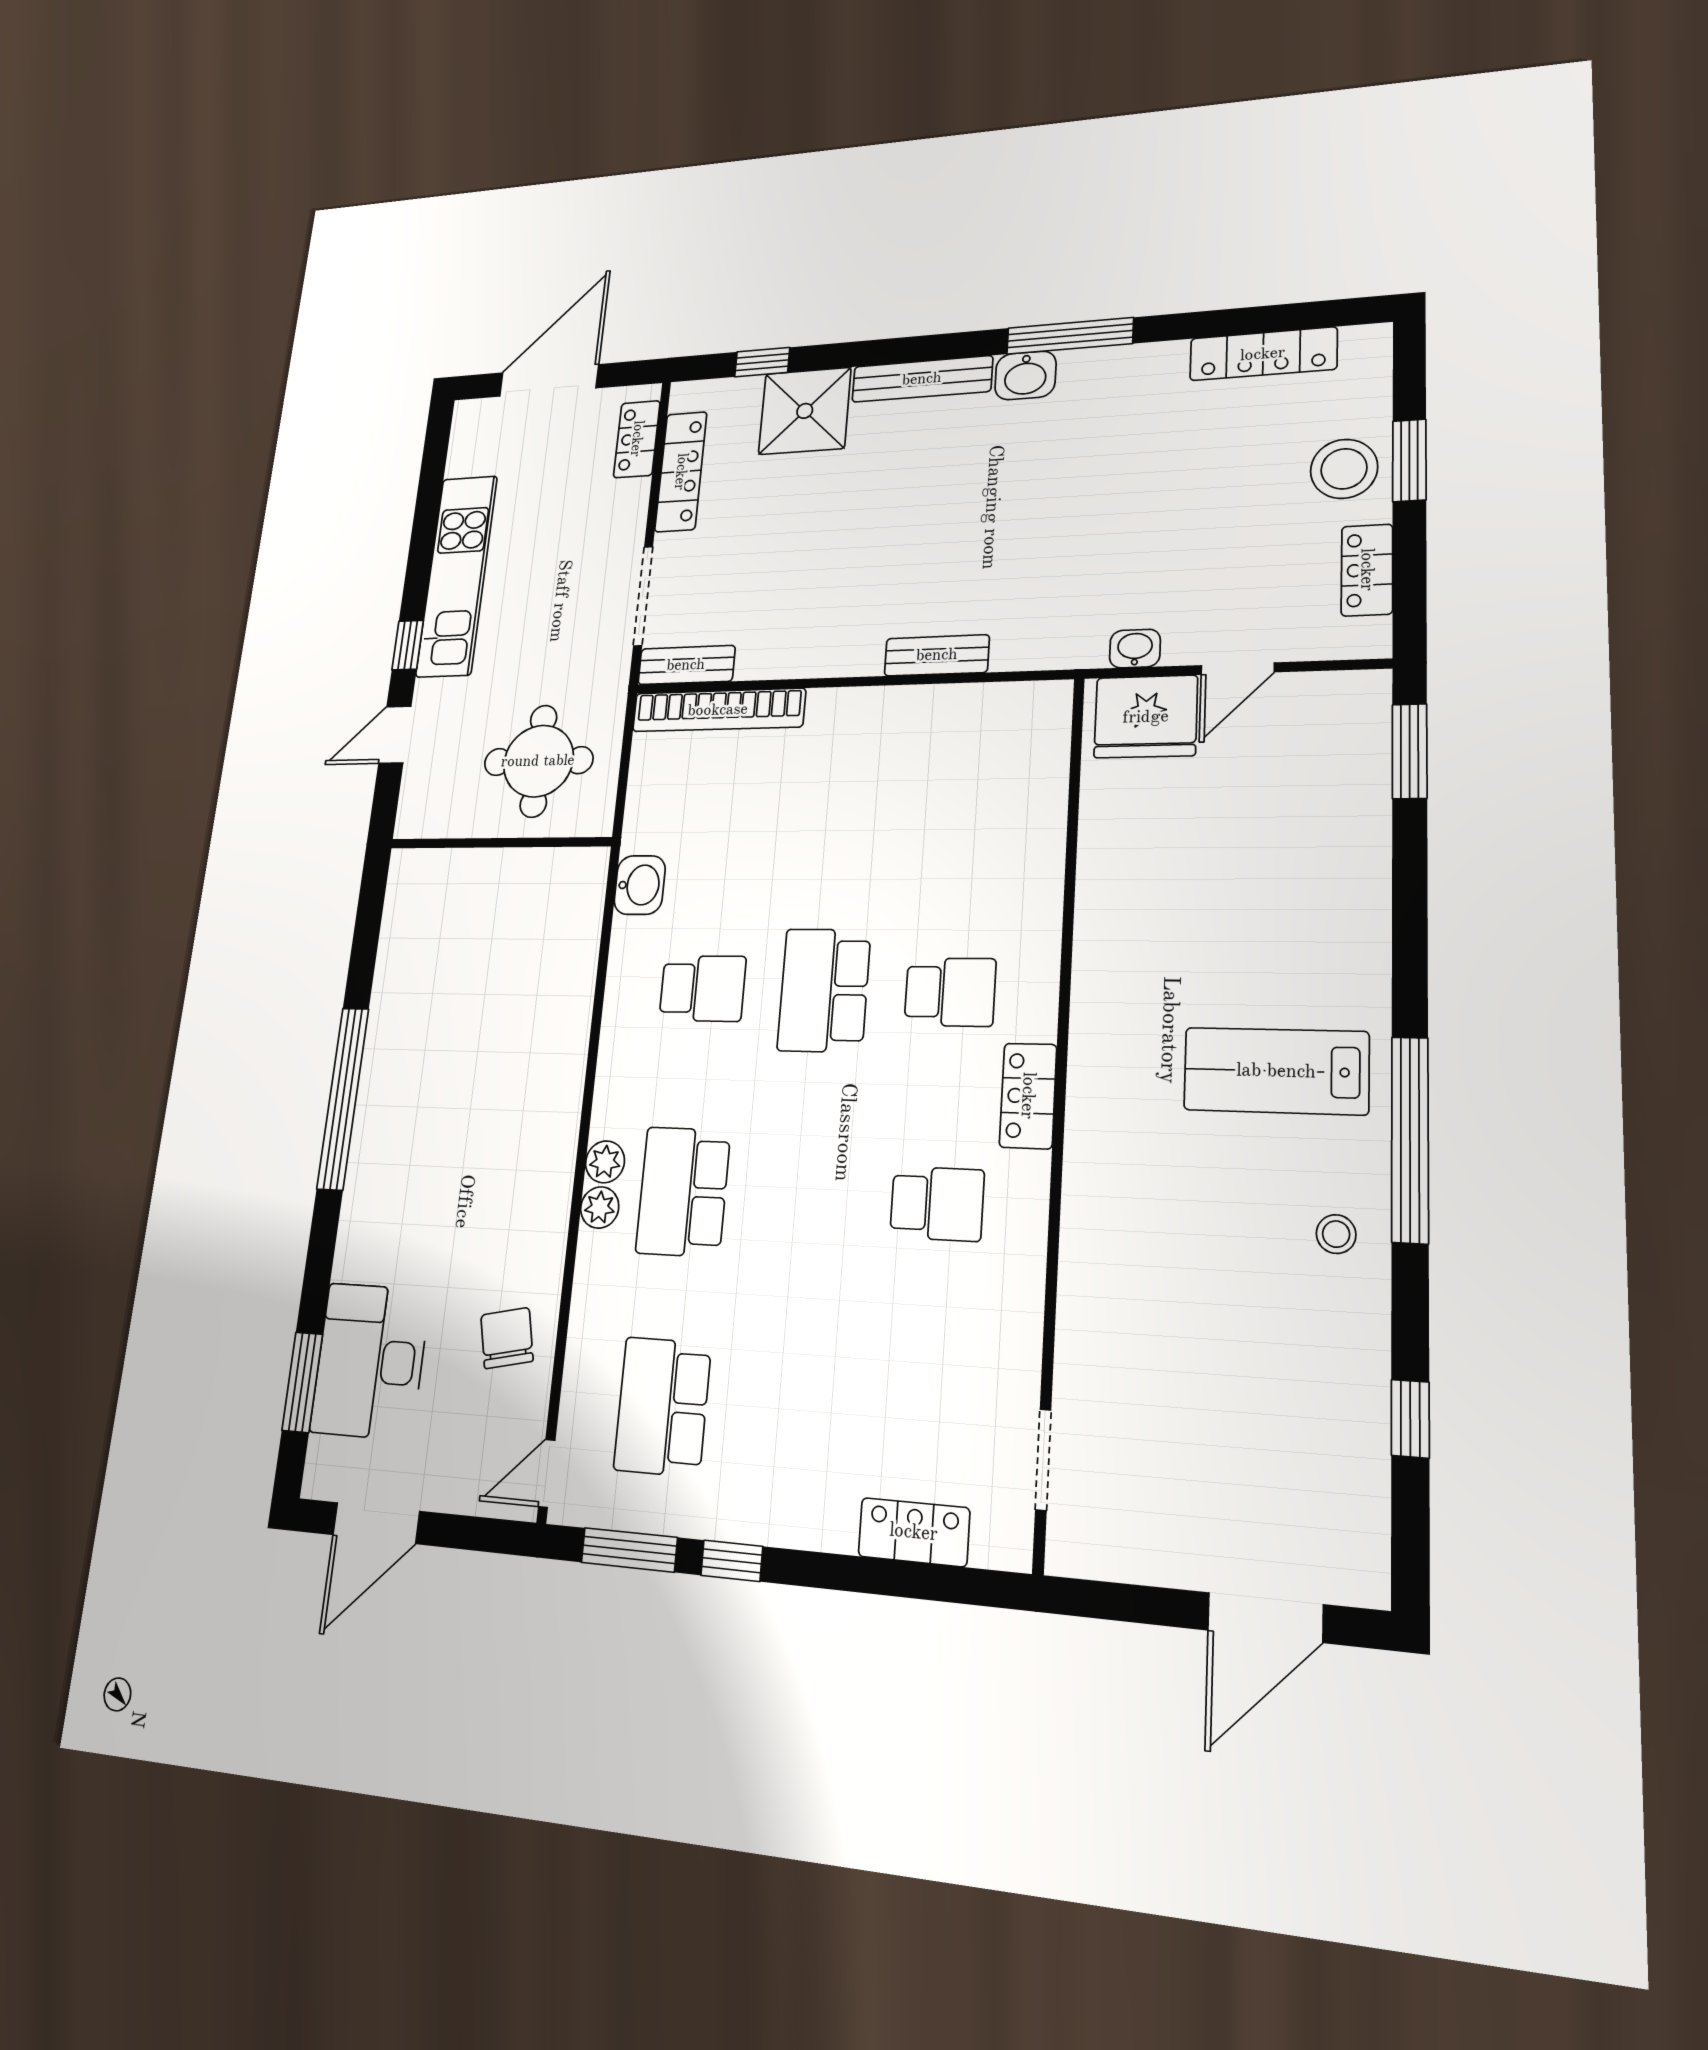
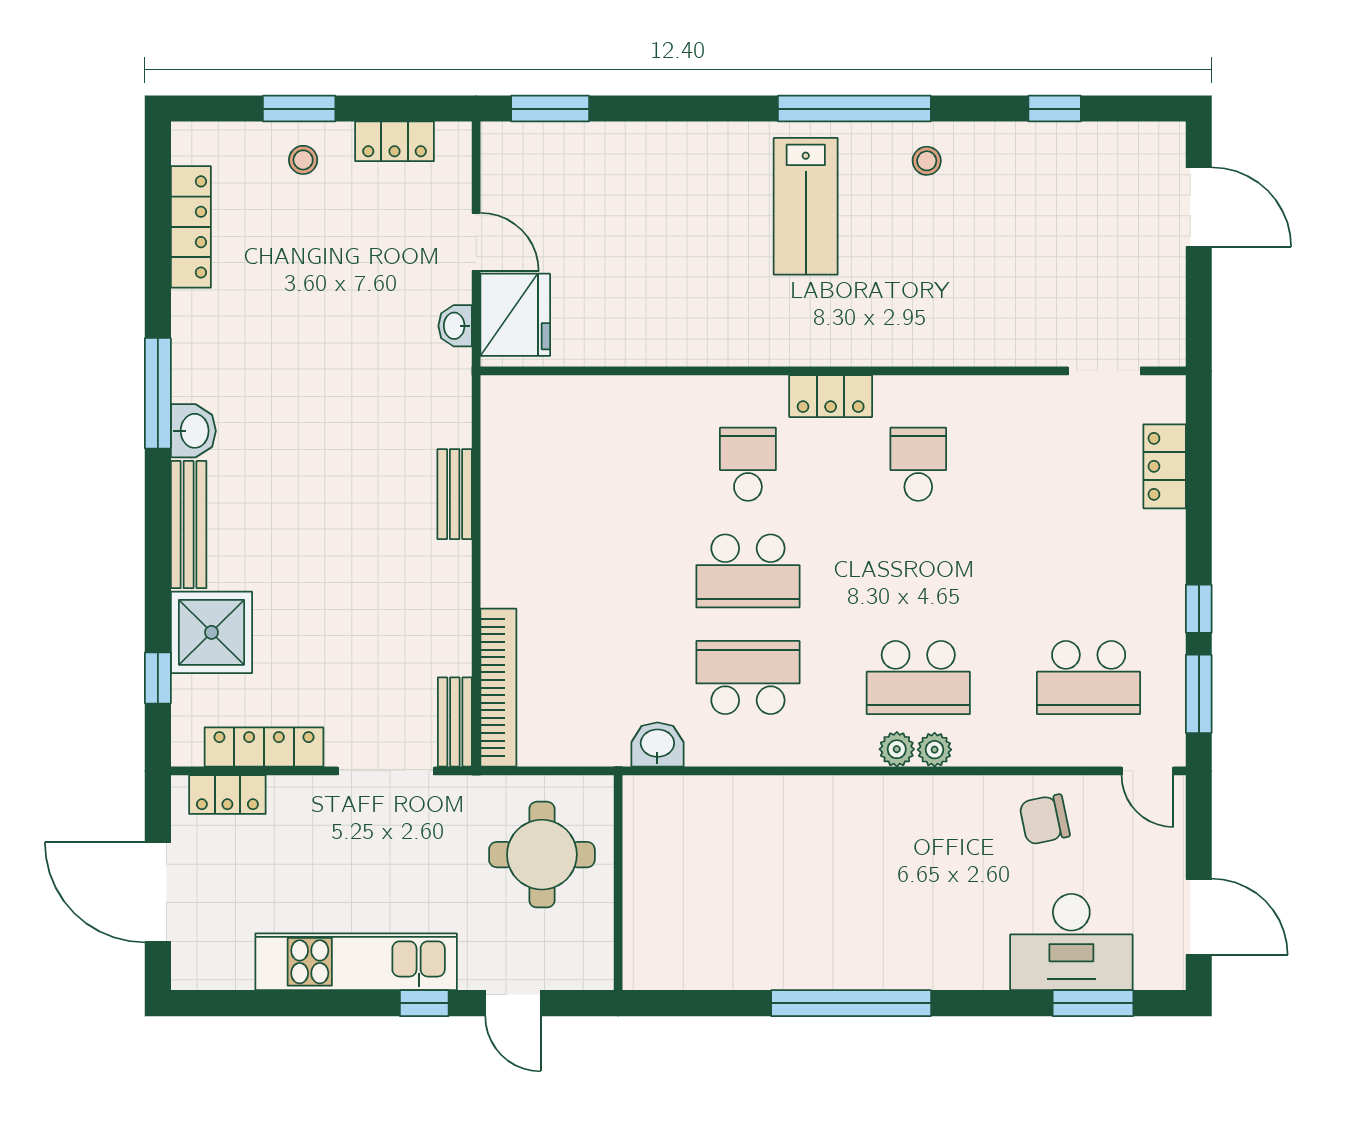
stool: (1344, 469) -> (303, 160), width x0.53, depth x0.53
school desk: (703, 988) -> (748, 678), width x1.85

